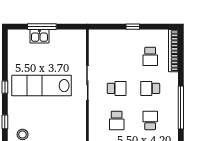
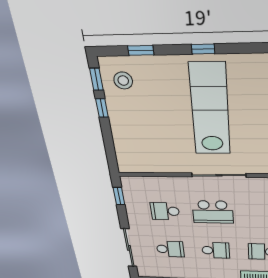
school desk: (117, 88) -> (213, 212), width x1.85
school desk: (150, 88) -> (216, 250), turned 90

